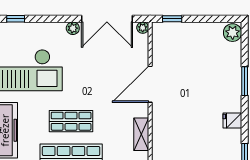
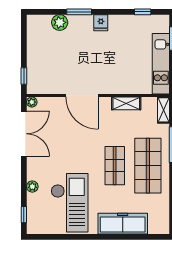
plant: (73, 28) -> (32, 187), moved
plant: (233, 33) -> (60, 22), moved
fridge: (232, 121) -> (101, 23), moved

